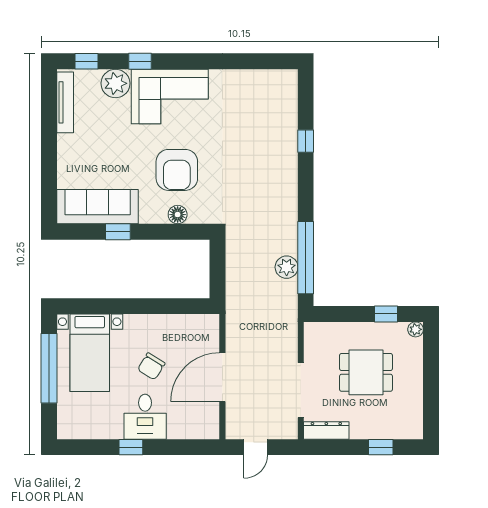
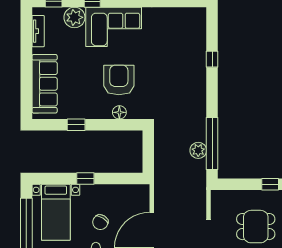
tv unit: (65, 102) -> (38, 31), width x0.71
armchair: (177, 170) -> (119, 80), turned 180
sofa: (98, 207) -> (45, 84), moved, turned 90
window: (131, 306) -> (85, 179), added

